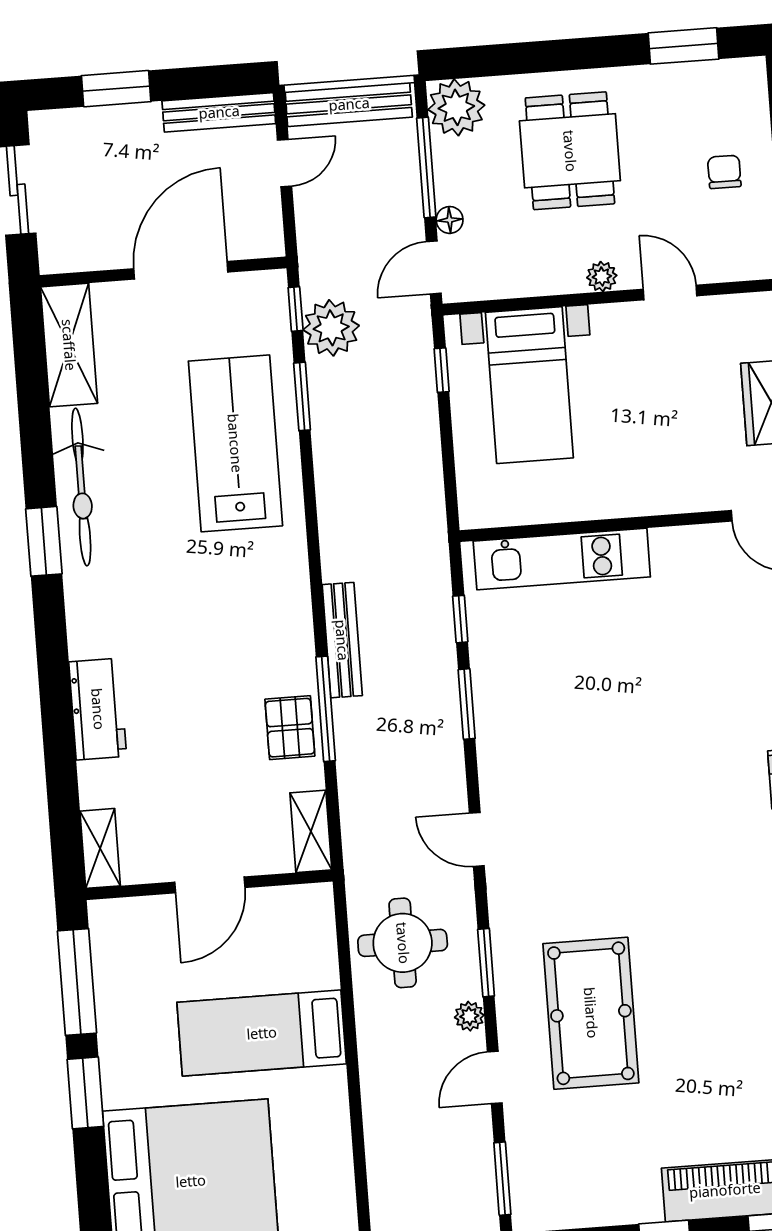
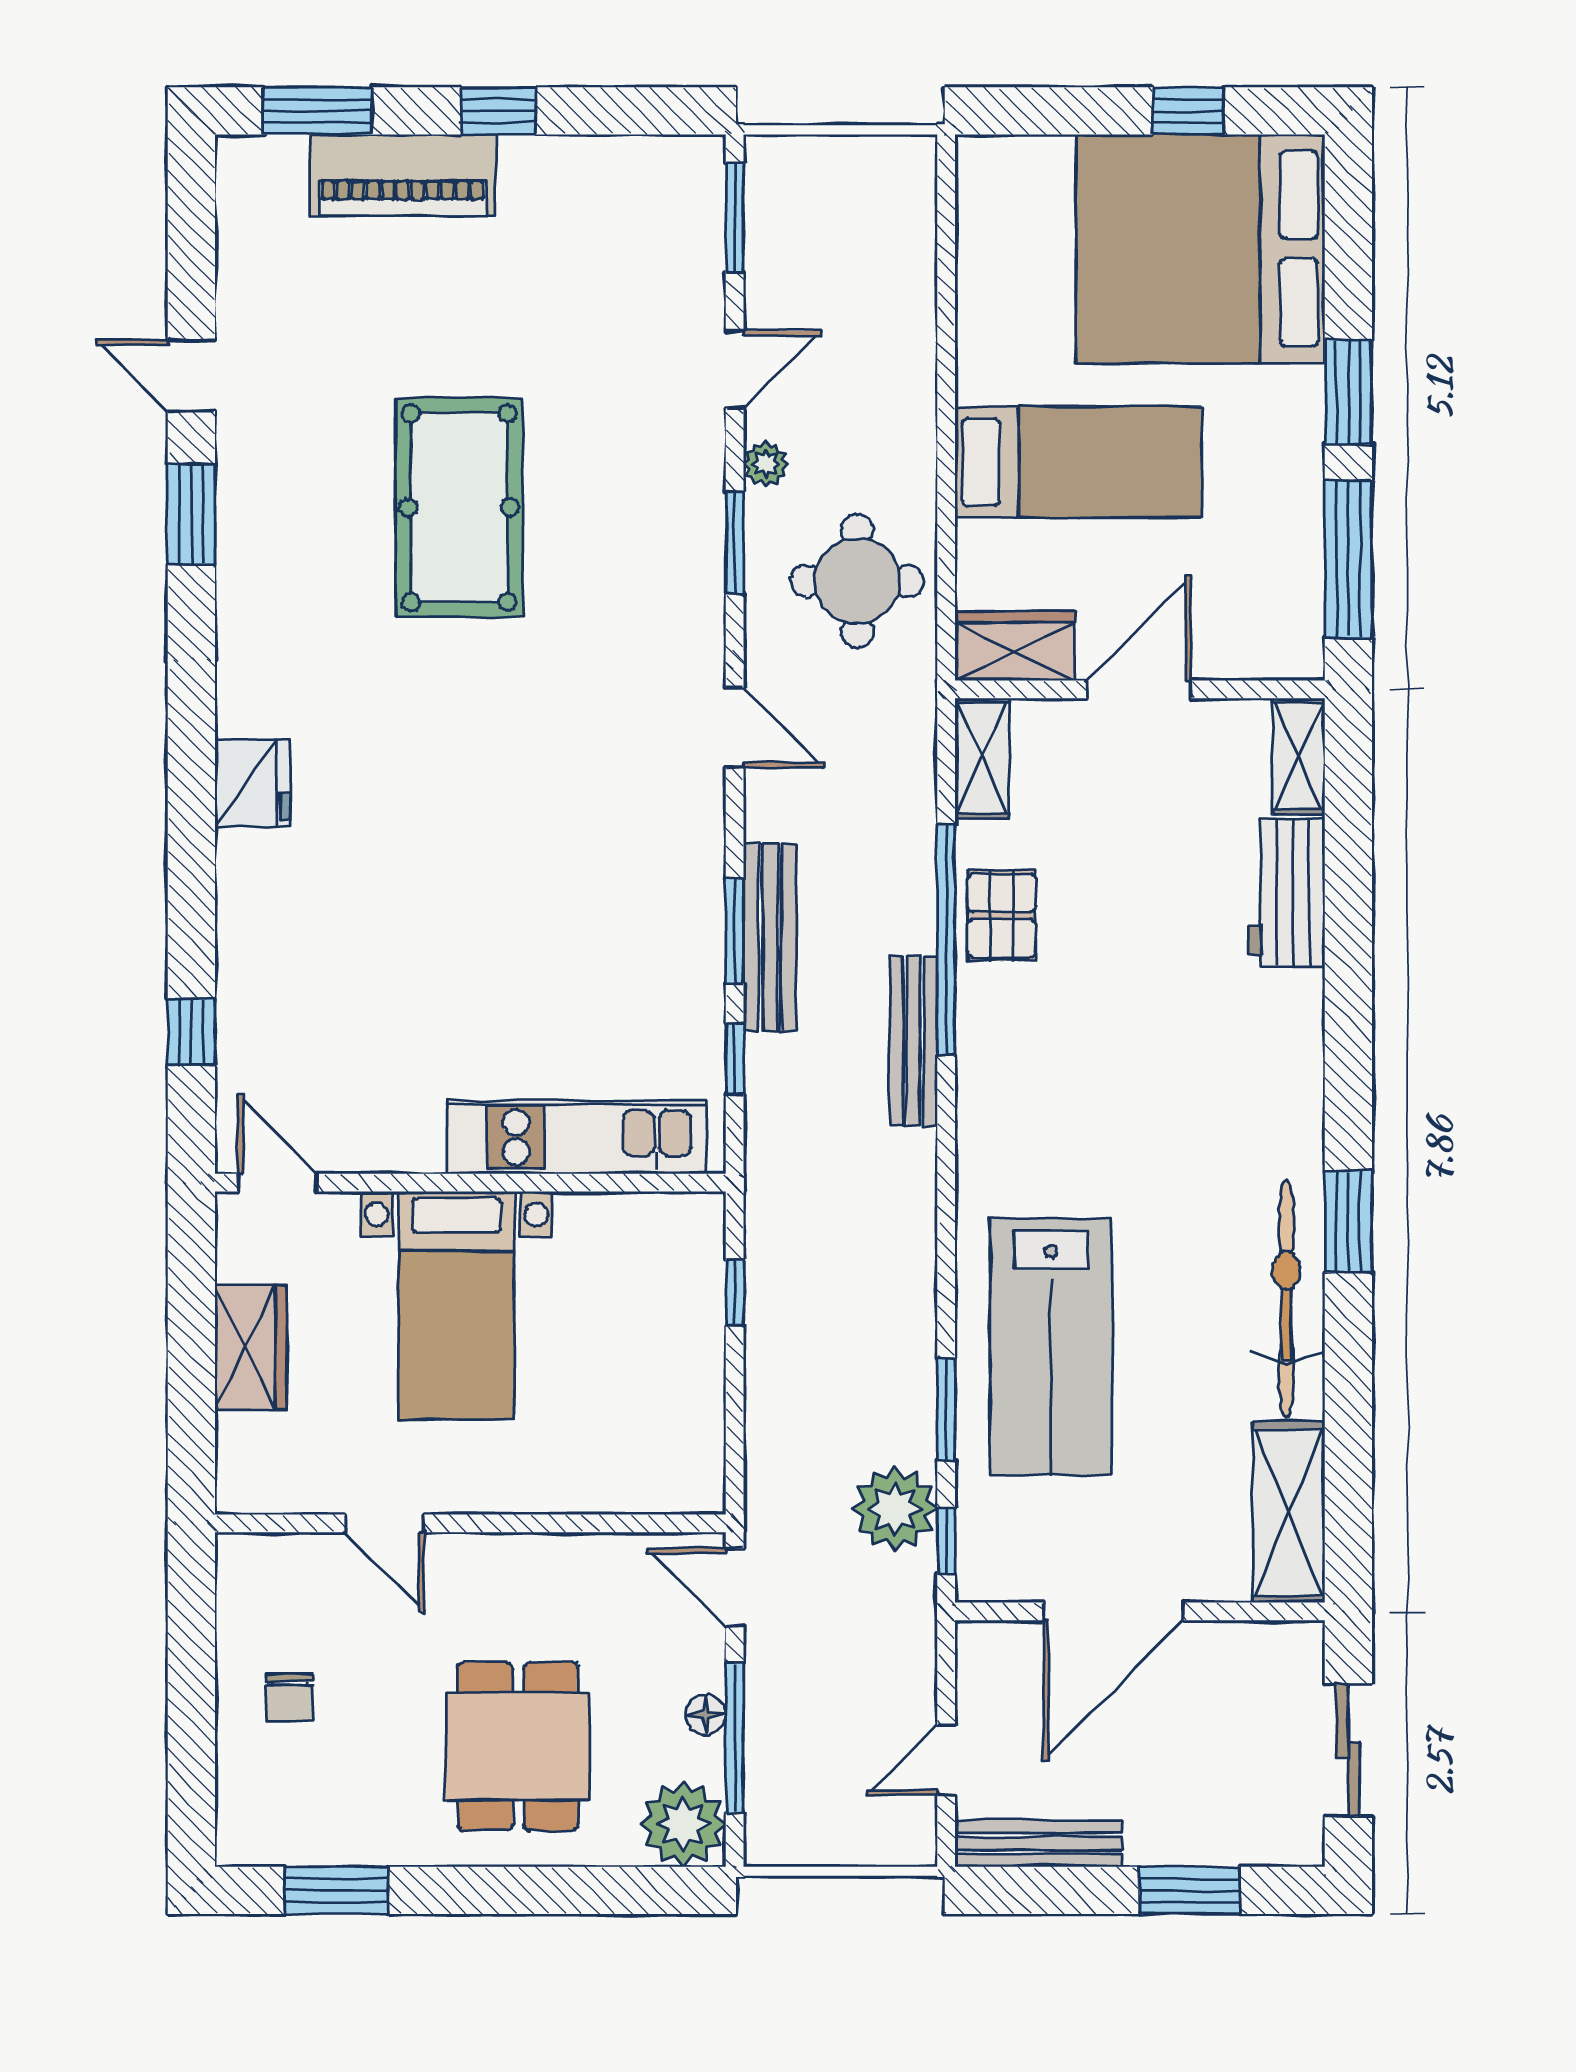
bench: (349, 104) -> (770, 937), moved, turned 90
floor lamp: (450, 220) -> (706, 1715), moved
door: (434, 267) -> (735, 1587), swing flipped
plant: (602, 277) -> (485, 1555), removed
window: (442, 370) -> (735, 1292), moved
bed with nightstands: (529, 385) -> (457, 1305), moved, turned 180
workbench: (98, 709) -> (1287, 893), moved
window: (326, 709) -> (946, 940), width x1.46
wardrobe: (295, 908) -> (1015, 646), added
pool table: (591, 1013) -> (459, 508), moved

